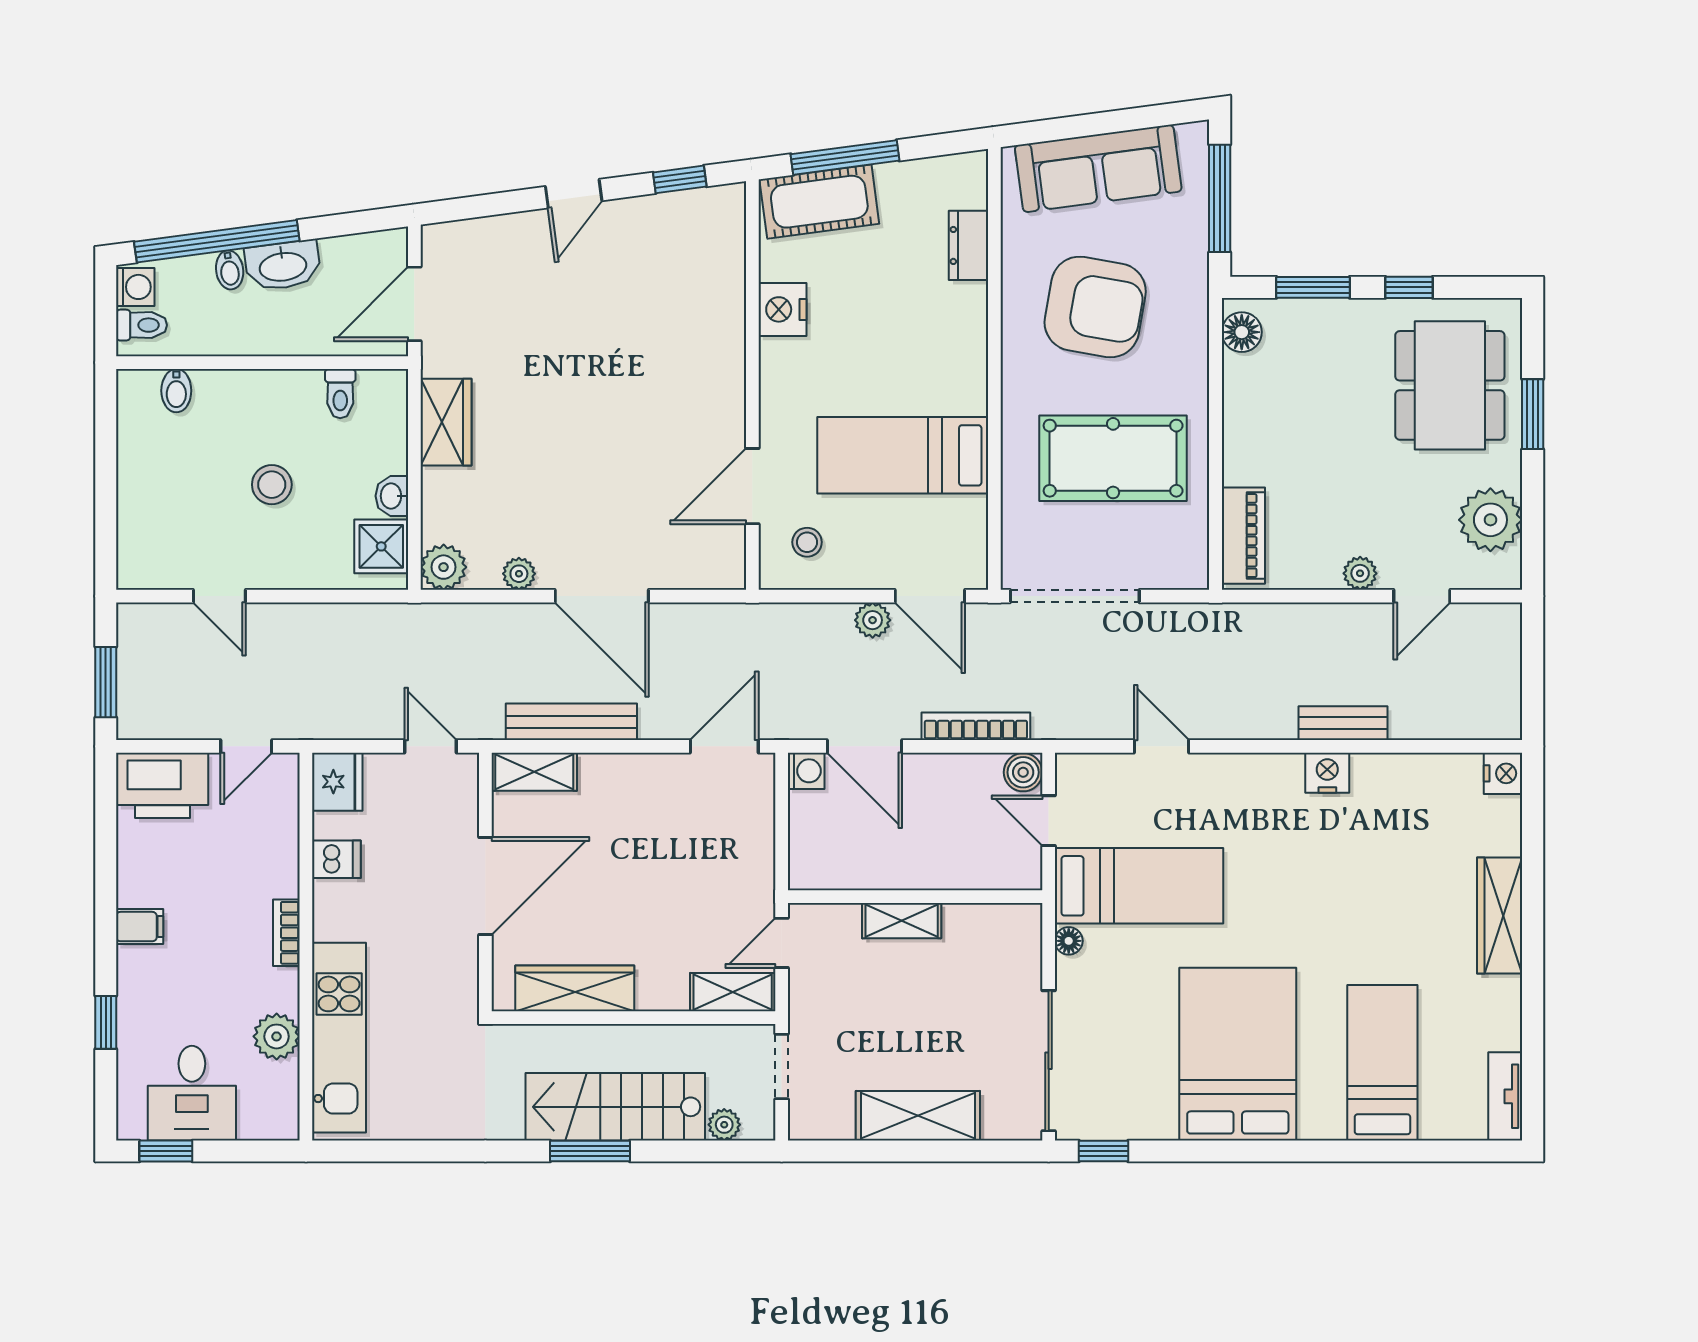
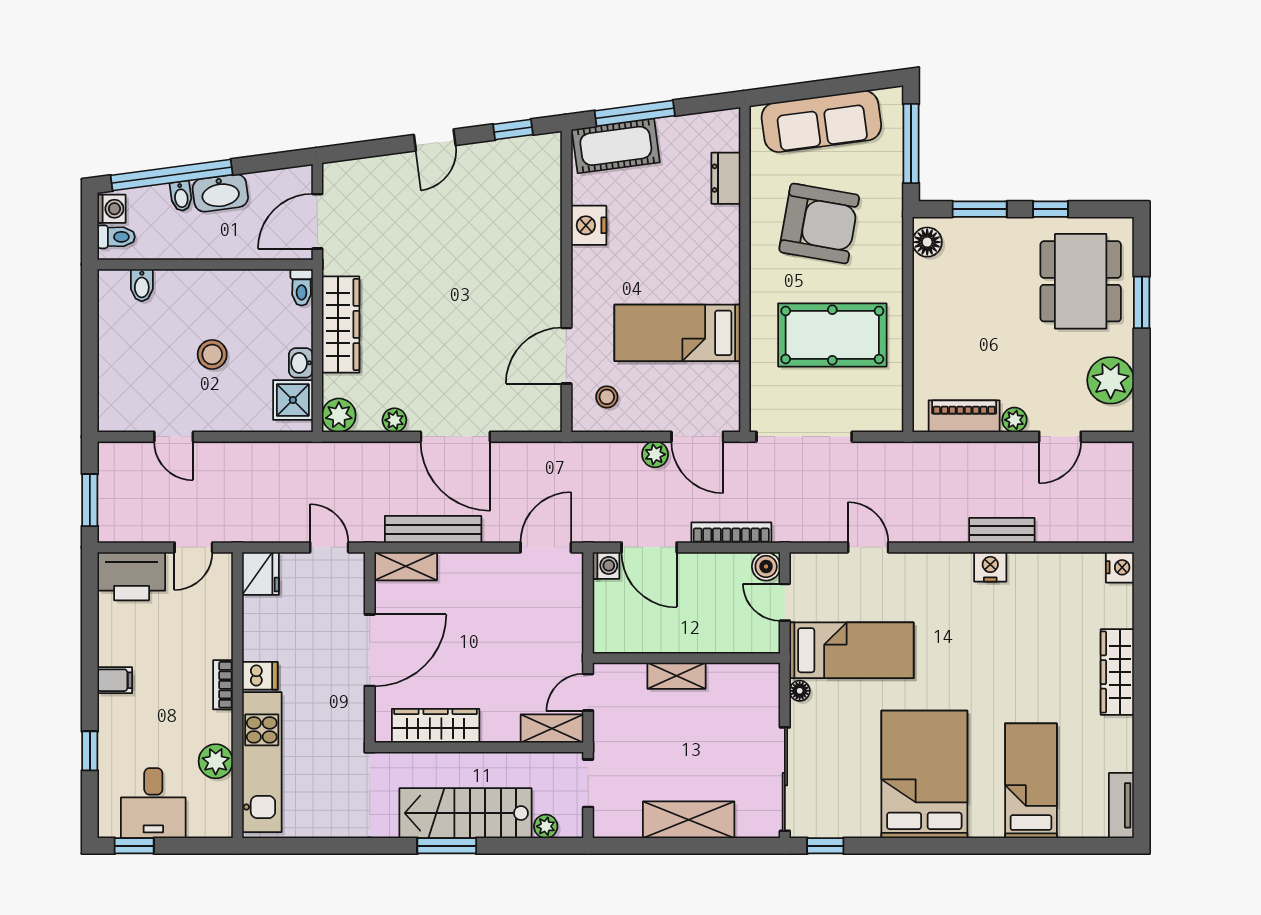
toilet: (340, 394) -> (302, 287), moved
wardrobe: (446, 422) -> (341, 324), width x1.50
piano: (1243, 536) -> (964, 416), moved, turned -90
dishwasher: (336, 859) -> (260, 676), moved

